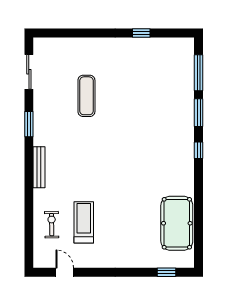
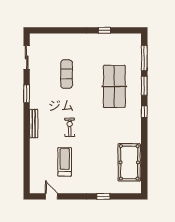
table tennis table: (155, 114) -> (114, 86), added
exercise bike: (52, 225) -> (70, 127), moved
window: (166, 272) -> (104, 196), moved

